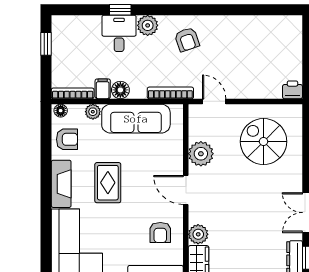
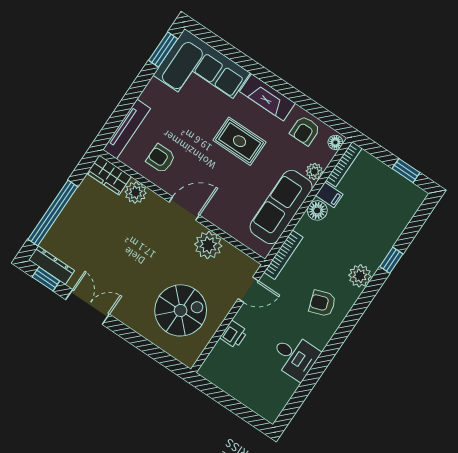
desk: (119, 33) -> (295, 356), moved
printer: (292, 90) -> (234, 334), moved

